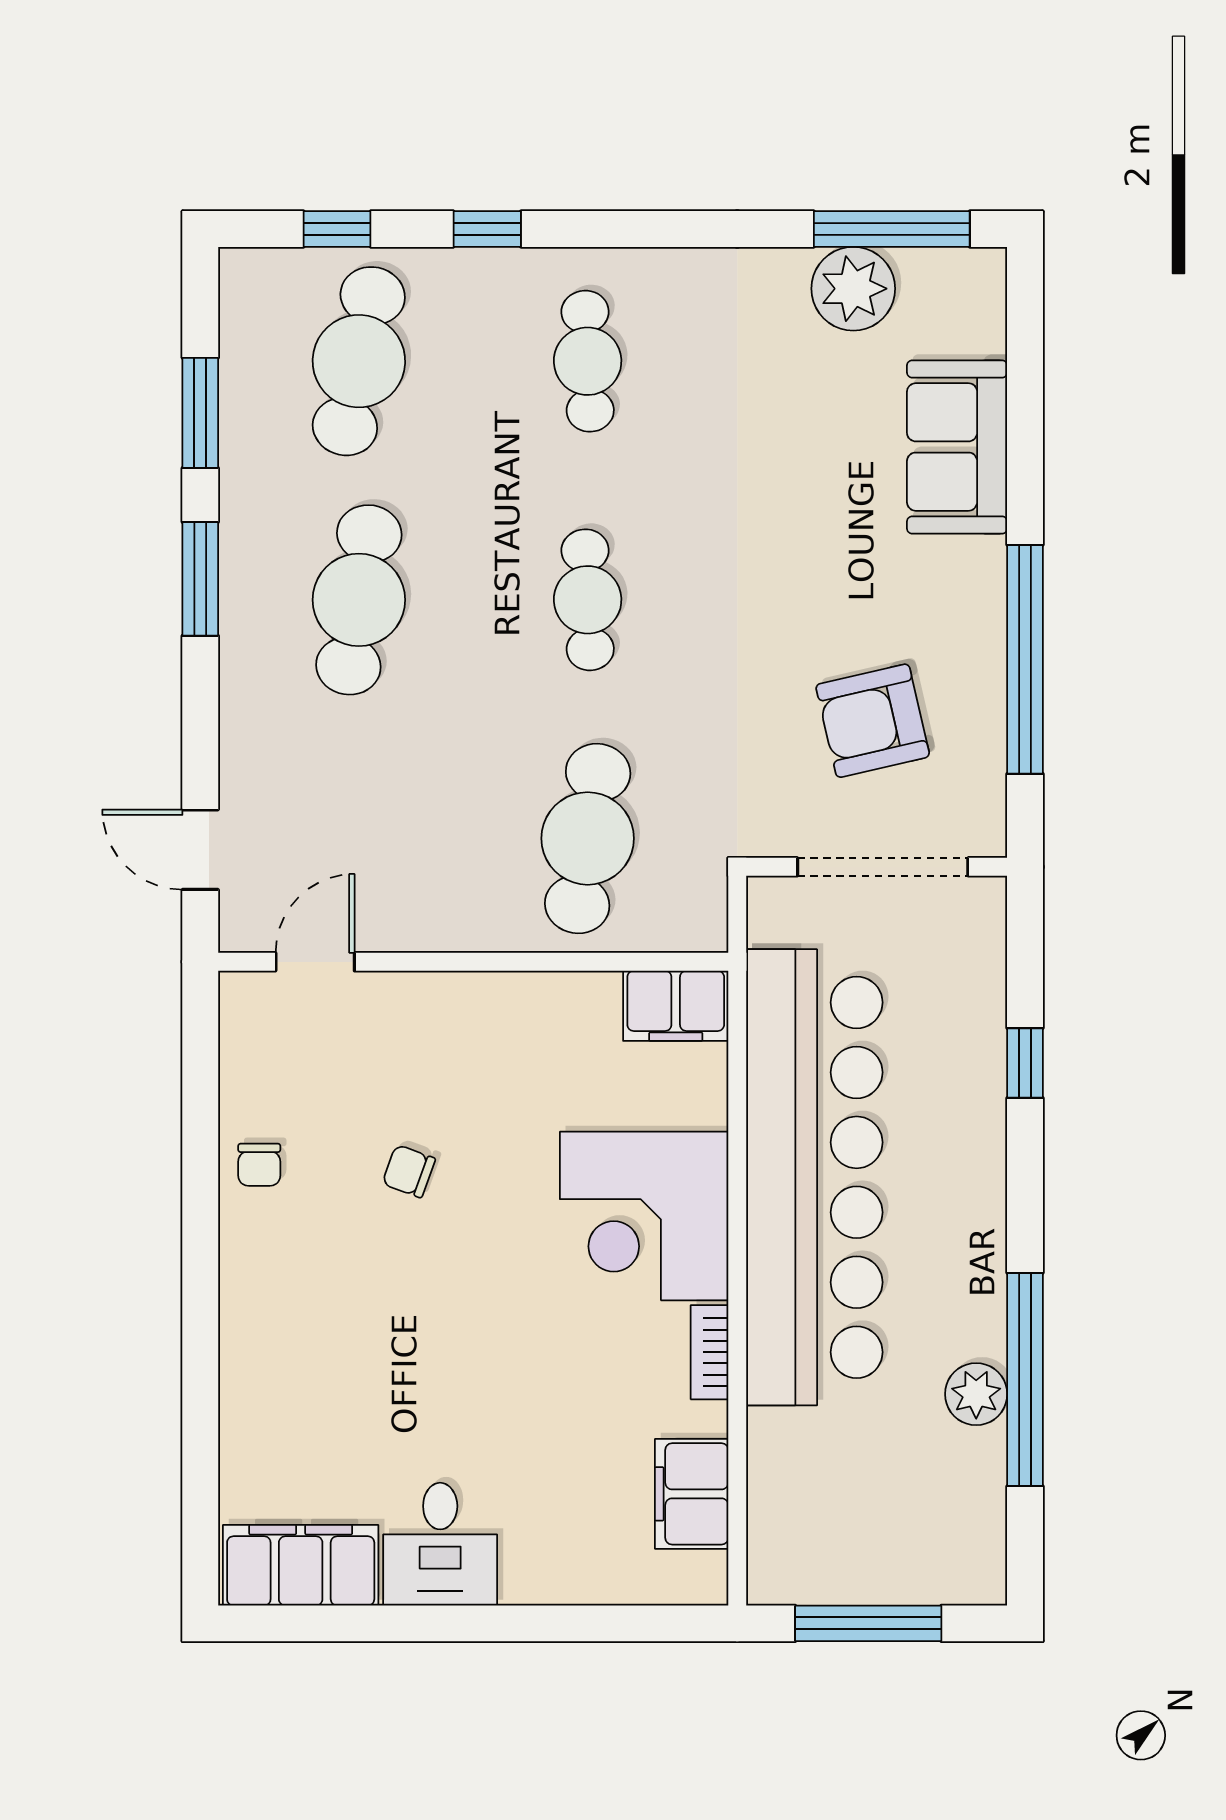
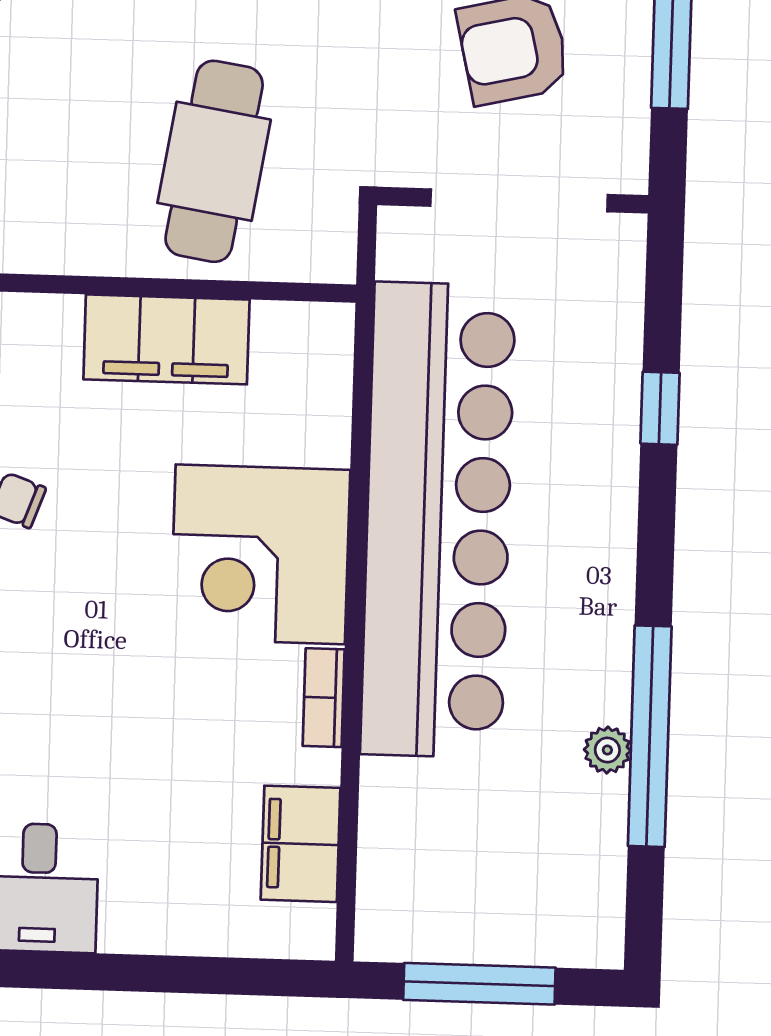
filing cabinet: (676, 1006) -> (166, 339), moved, width x1.50, depth x1.17
plant: (976, 1394) -> (607, 750), width x0.73, depth x0.73

